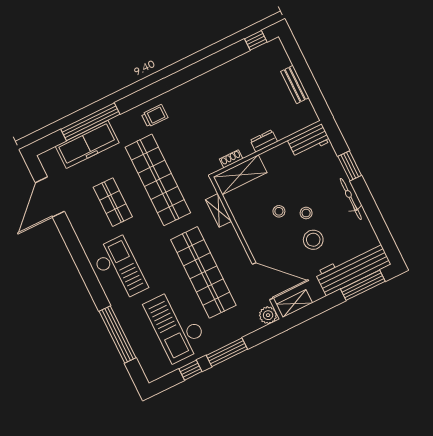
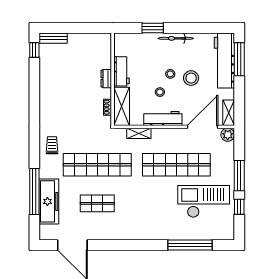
bench: (295, 85) -> (53, 38), moved
workbench: (309, 141) -> (122, 71), moved
workbench: (250, 230) -> (163, 118), added
checkout: (119, 269) -> (146, 222), removed
checkout: (176, 325) -> (204, 201), turned 180

